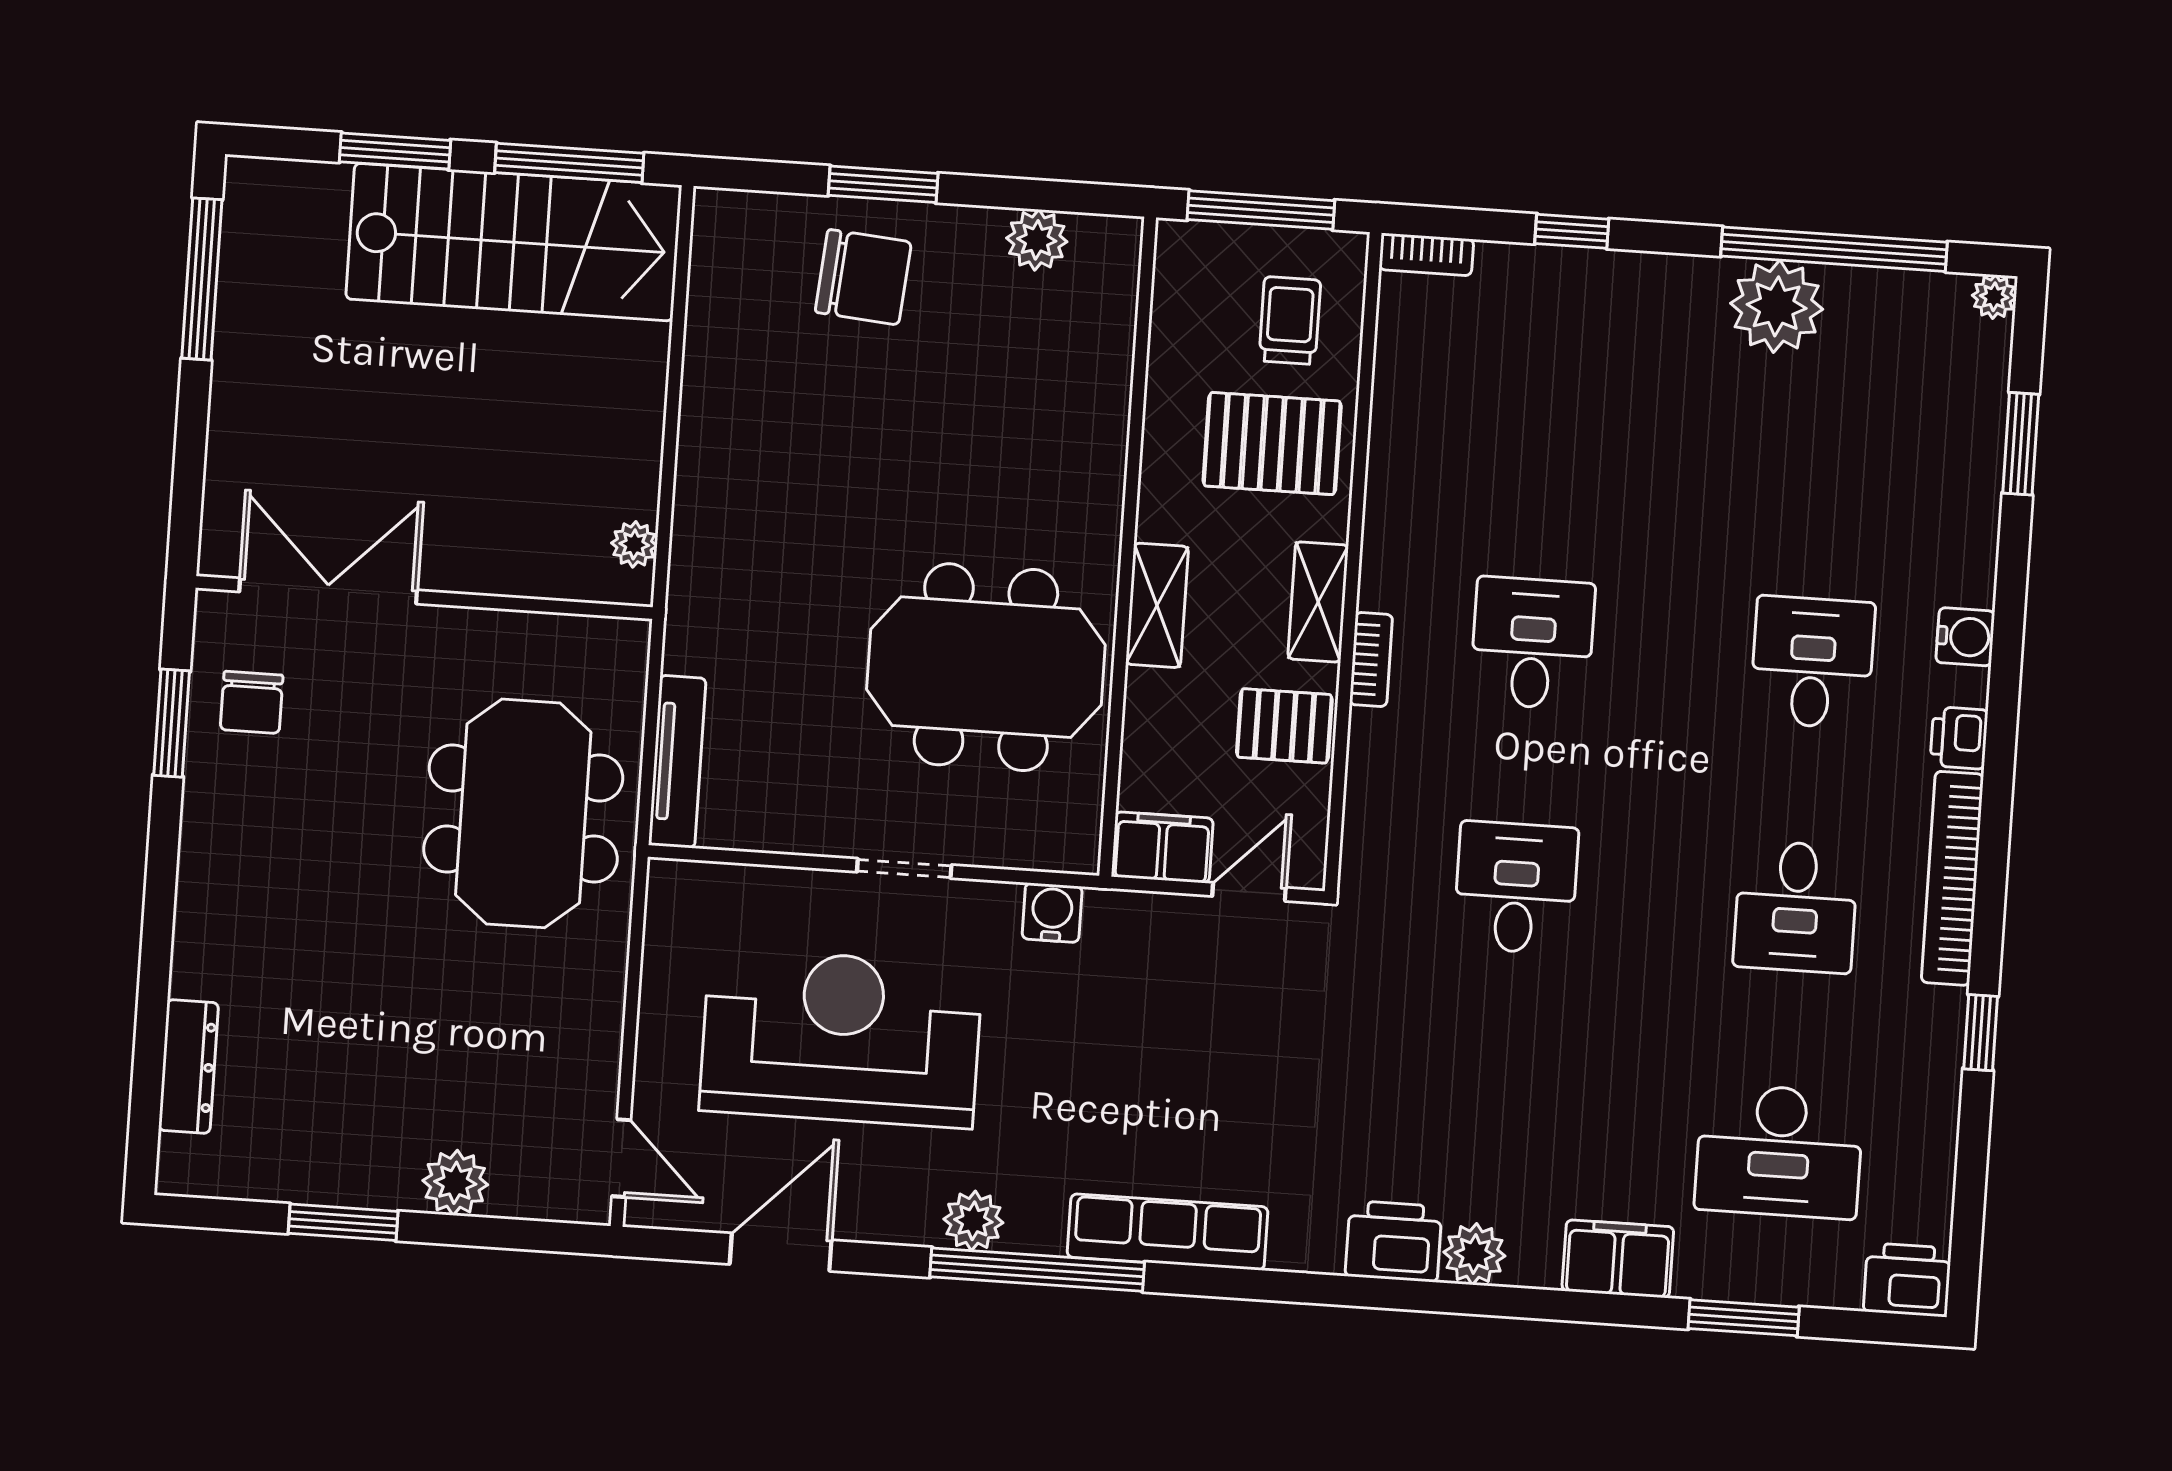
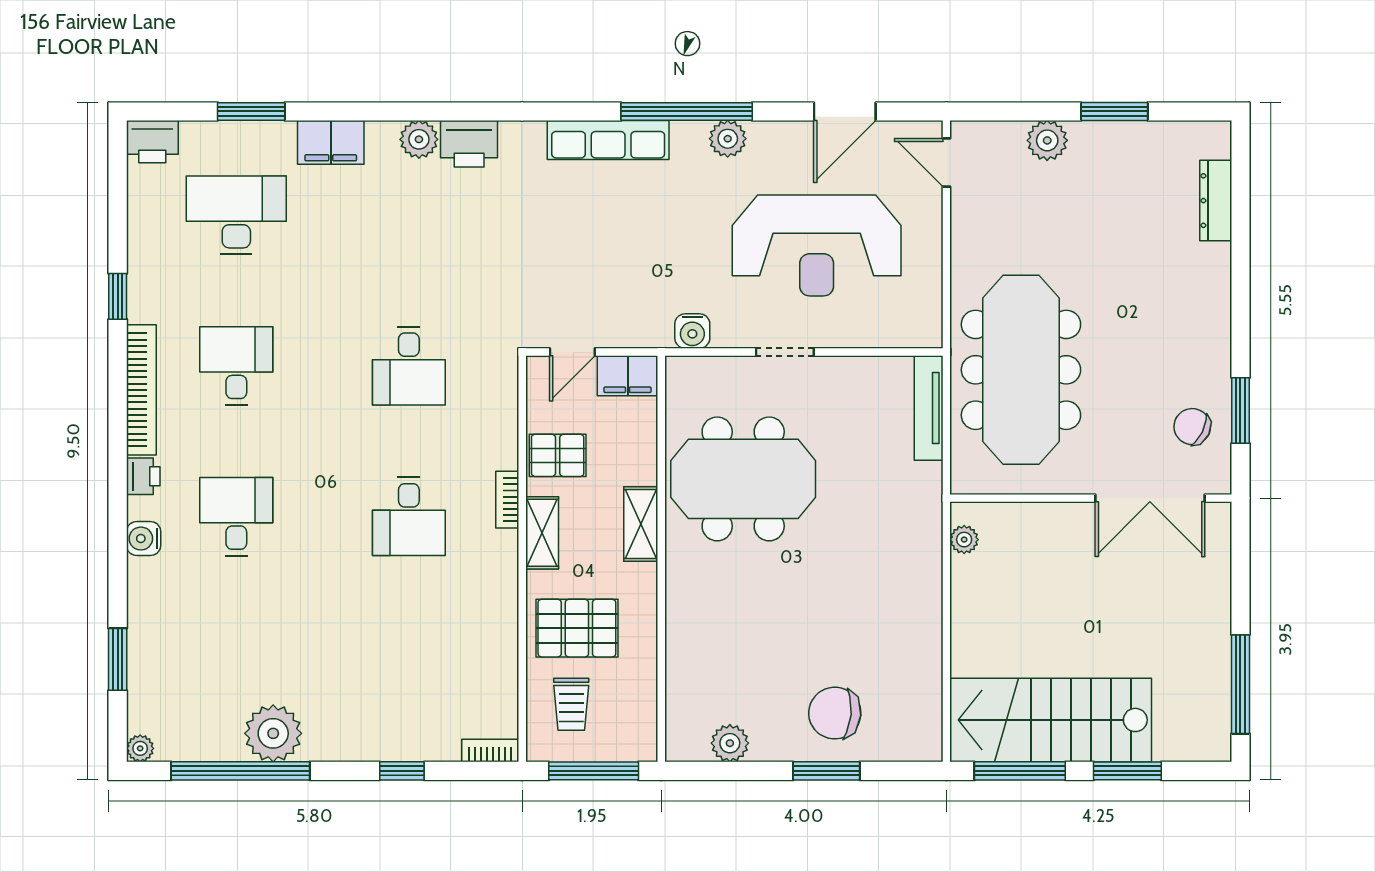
desk: (1812, 662) -> (236, 516), turned 180
chair: (252, 702) -> (1192, 427), turned -64
meeting table: (523, 813) -> (1021, 370), width x1.36

